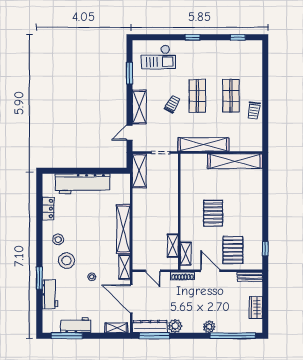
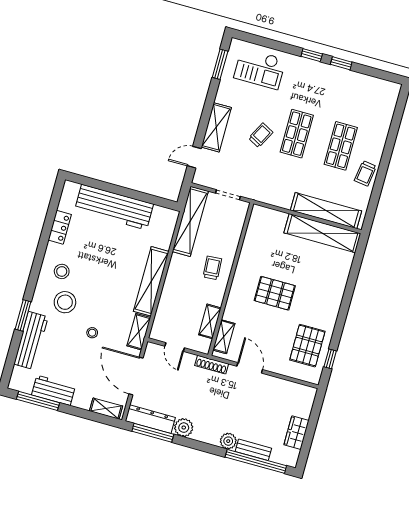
window: (238, 37) -> (341, 63), moved
window: (129, 73) -> (220, 64), moved
shelving: (204, 145) -> (326, 211), moved
shelving: (139, 171) -> (190, 221), width x1.47
trolley: (164, 207) -> (212, 268), added
pallet: (213, 213) -> (275, 293), turned 90
pallet: (233, 250) -> (307, 346), moved
bench: (250, 277) -> (253, 450), moved
workbench: (50, 294) -> (31, 340), width x1.38

